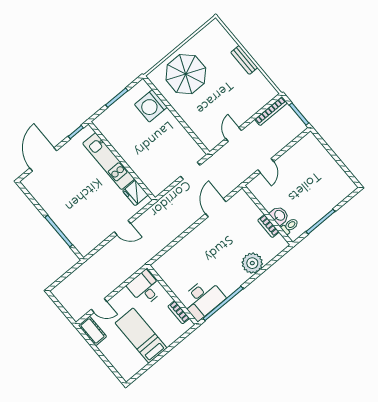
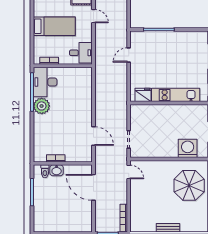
door: (234, 134) -> (129, 172), moved
door: (266, 166) -> (93, 187), width x1.88
door: (122, 228) -> (129, 55), moved
plant: (252, 263) -> (42, 106), moved
door: (99, 306) -> (93, 16), swing flipped

